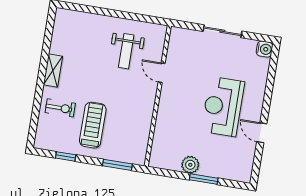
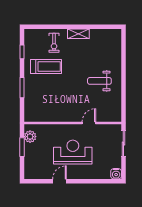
door: (162, 73) -> (89, 123), moved
wall: (158, 96) -> (73, 123), moved

